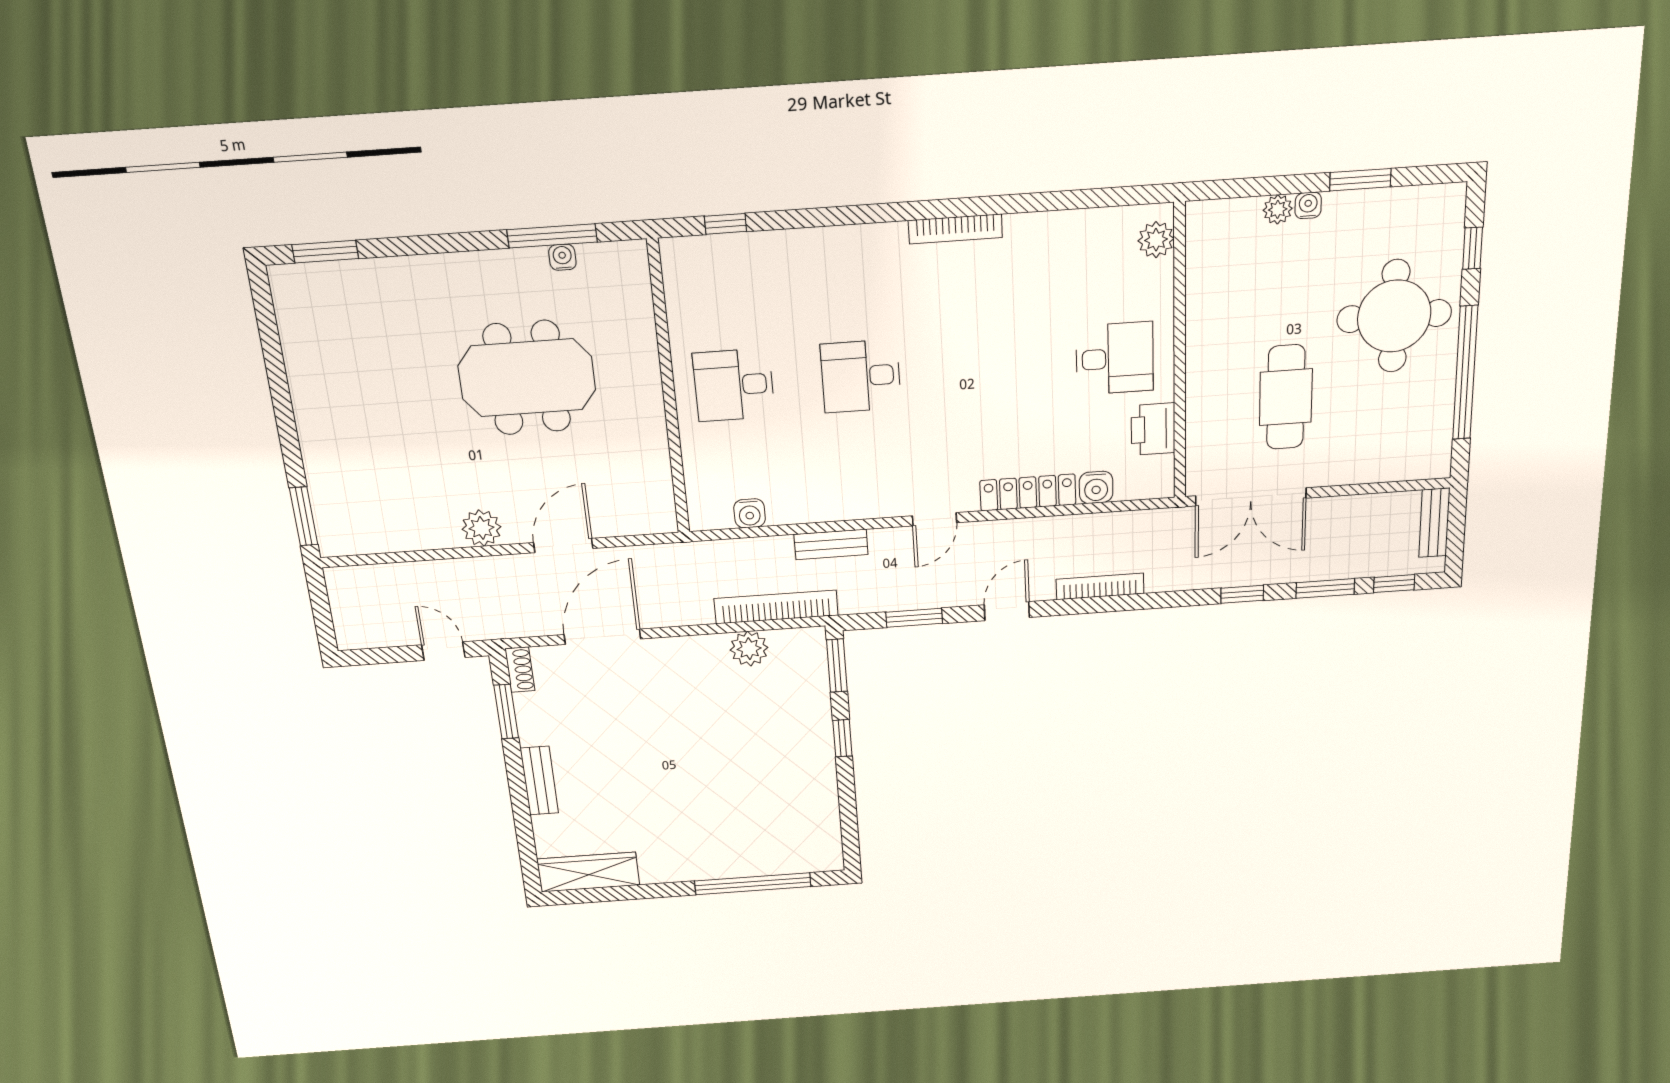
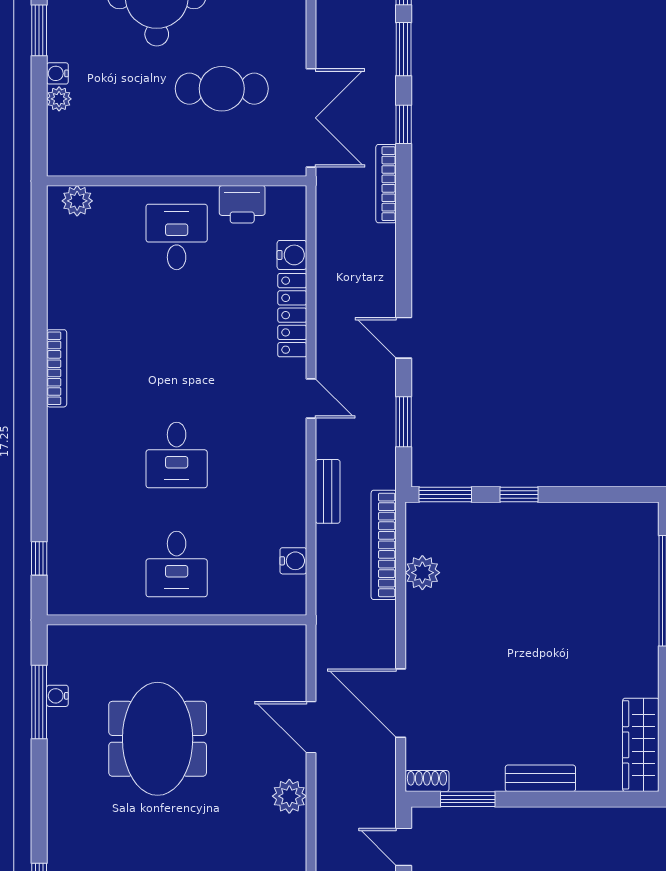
bookcase: (1100, 586) -> (386, 184), moved
door: (443, 651) -> (404, 847), hinge flipped

